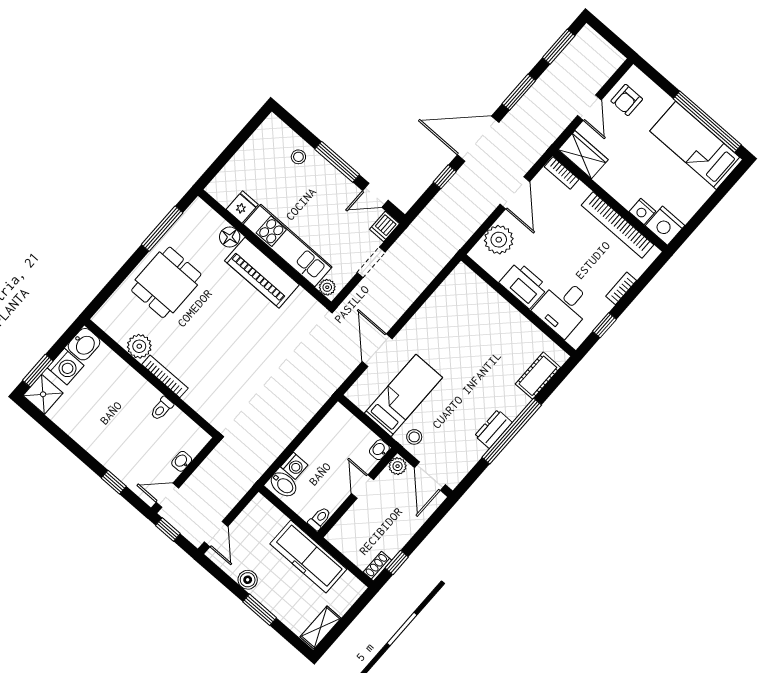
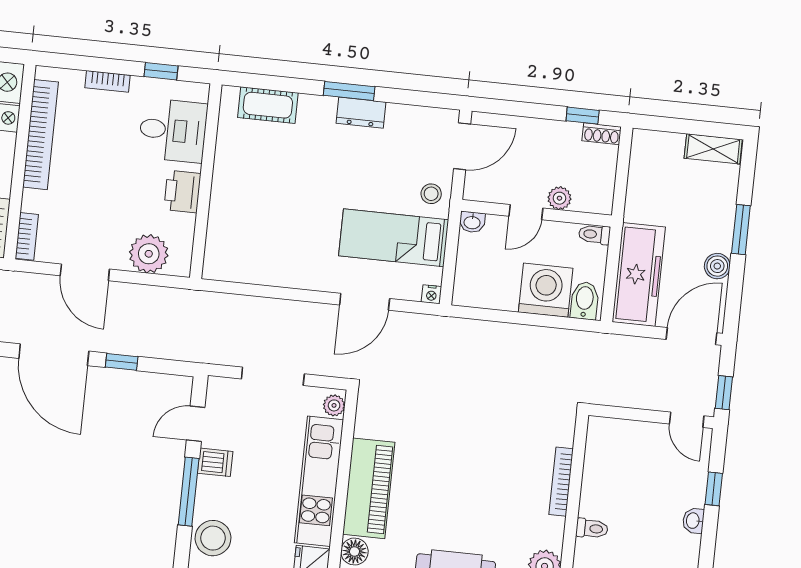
stool: (298, 157) -> (213, 538), width x1.89, depth x1.89
door: (515, 193) -> (85, 272), swing flipped
door: (375, 195) -> (196, 424), swing flipped
dishwasher: (385, 226) -> (215, 462), moved
doorway: (371, 262) -> (273, 376), width x1.38
printer: (524, 285) -> (182, 192), width x0.73, depth x0.84
bookcase: (165, 376) -> (561, 482), moved
nightstand: (353, 394) -> (431, 294), added
toilet: (162, 408) -> (592, 528), moved
window: (512, 431) -> (349, 91), width x0.47
washbasin: (182, 461) -> (693, 521), moved, turned 90
washing machine: (294, 466) -> (546, 290), width x1.89, depth x1.89
plant: (398, 466) -> (559, 198), moved
door: (216, 534) -> (692, 336), width x1.38
freezer: (308, 557) -> (639, 275), moved

